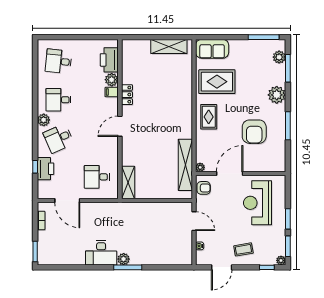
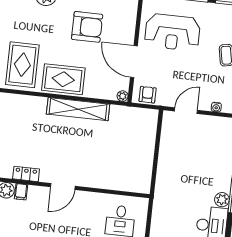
rug: (209, 117) -> (63, 79), width x1.36, depth x1.43
door: (120, 126) -> (63, 187), hinge flipped
shelving: (185, 165) -> (78, 109), moved
shelving: (128, 182) -> (131, 184), removed

